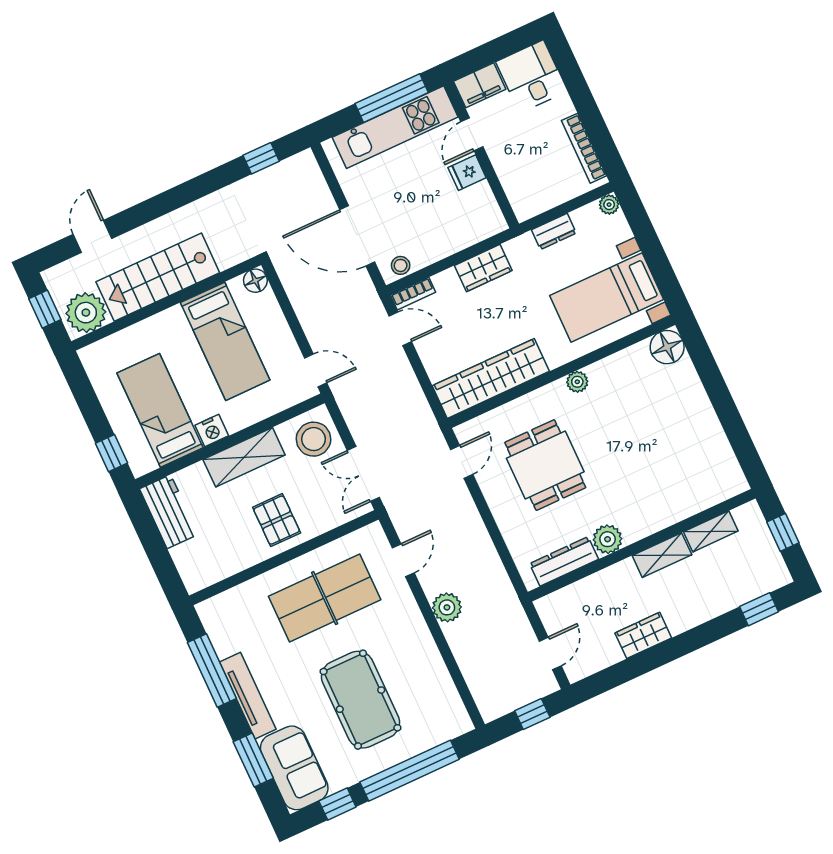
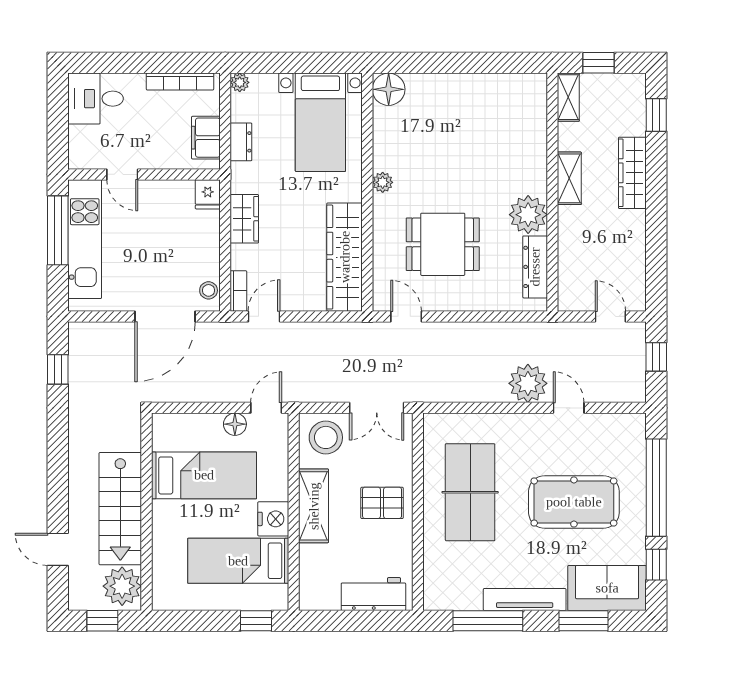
filing cabinet: (480, 85) -> (206, 138), moved, turned 180
fridge: (467, 173) -> (208, 194), moved
floor lamp: (255, 281) -> (235, 424), moved
nightstand: (212, 431) -> (273, 519), width x1.36, depth x1.33
workbench: (169, 512) -> (373, 594), moved
shelving: (711, 531) -> (568, 97), moved
plant: (608, 539) -> (528, 215), width x1.36, depth x1.36
door: (403, 560) -> (569, 408), moved
plant: (447, 607) -> (528, 383), width x1.36, depth x1.36
wardrobe: (643, 635) -> (632, 173), moved, width x1.50

